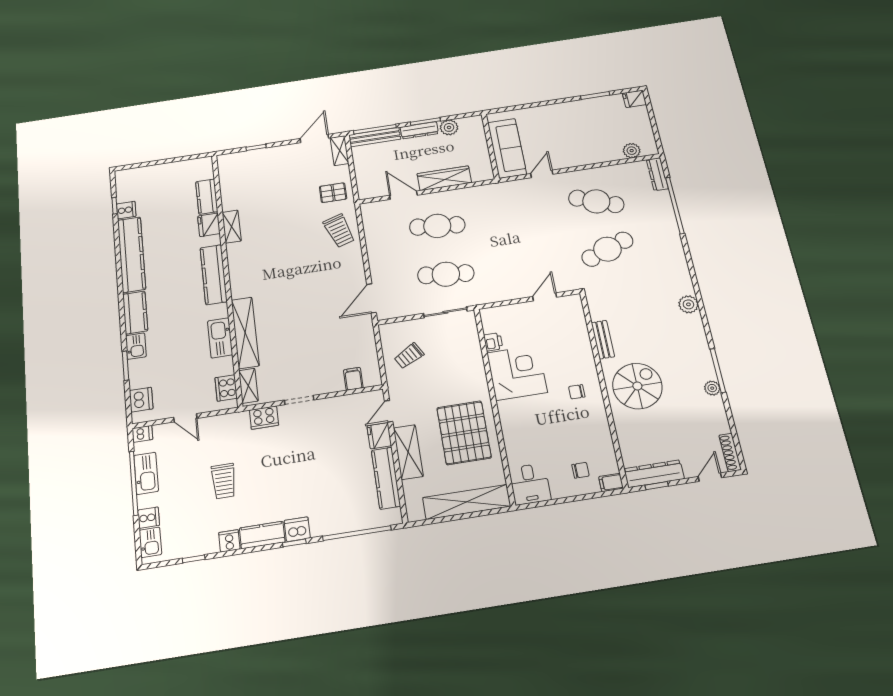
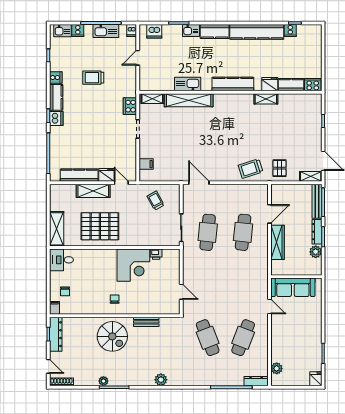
cooker: (226, 388) -> (313, 85), moved
shelving: (467, 502) -> (57, 229), width x0.68

